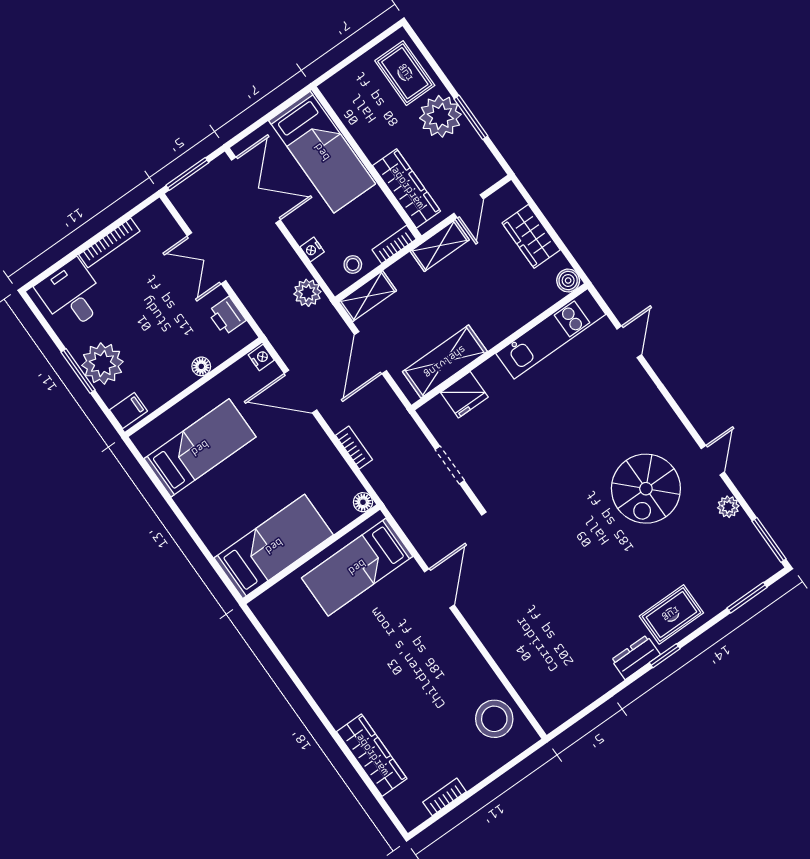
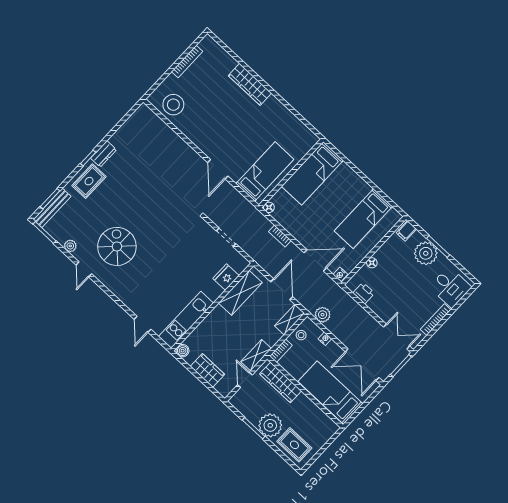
double door: (206, 258) -> (397, 337), moved
bench: (747, 581) -> (52, 208), added
wardrobe: (372, 755) -> (250, 84), moved
bookcase: (445, 797) -> (187, 61), width x1.56

